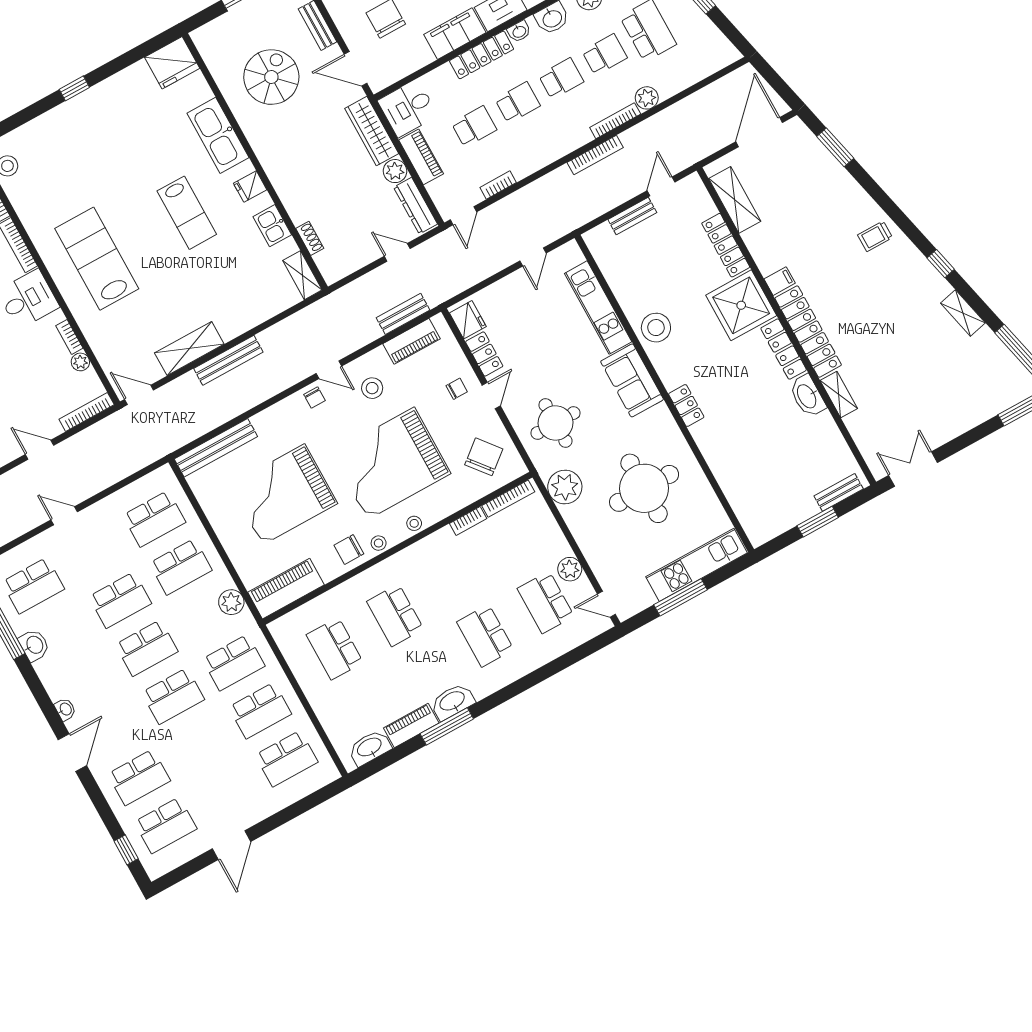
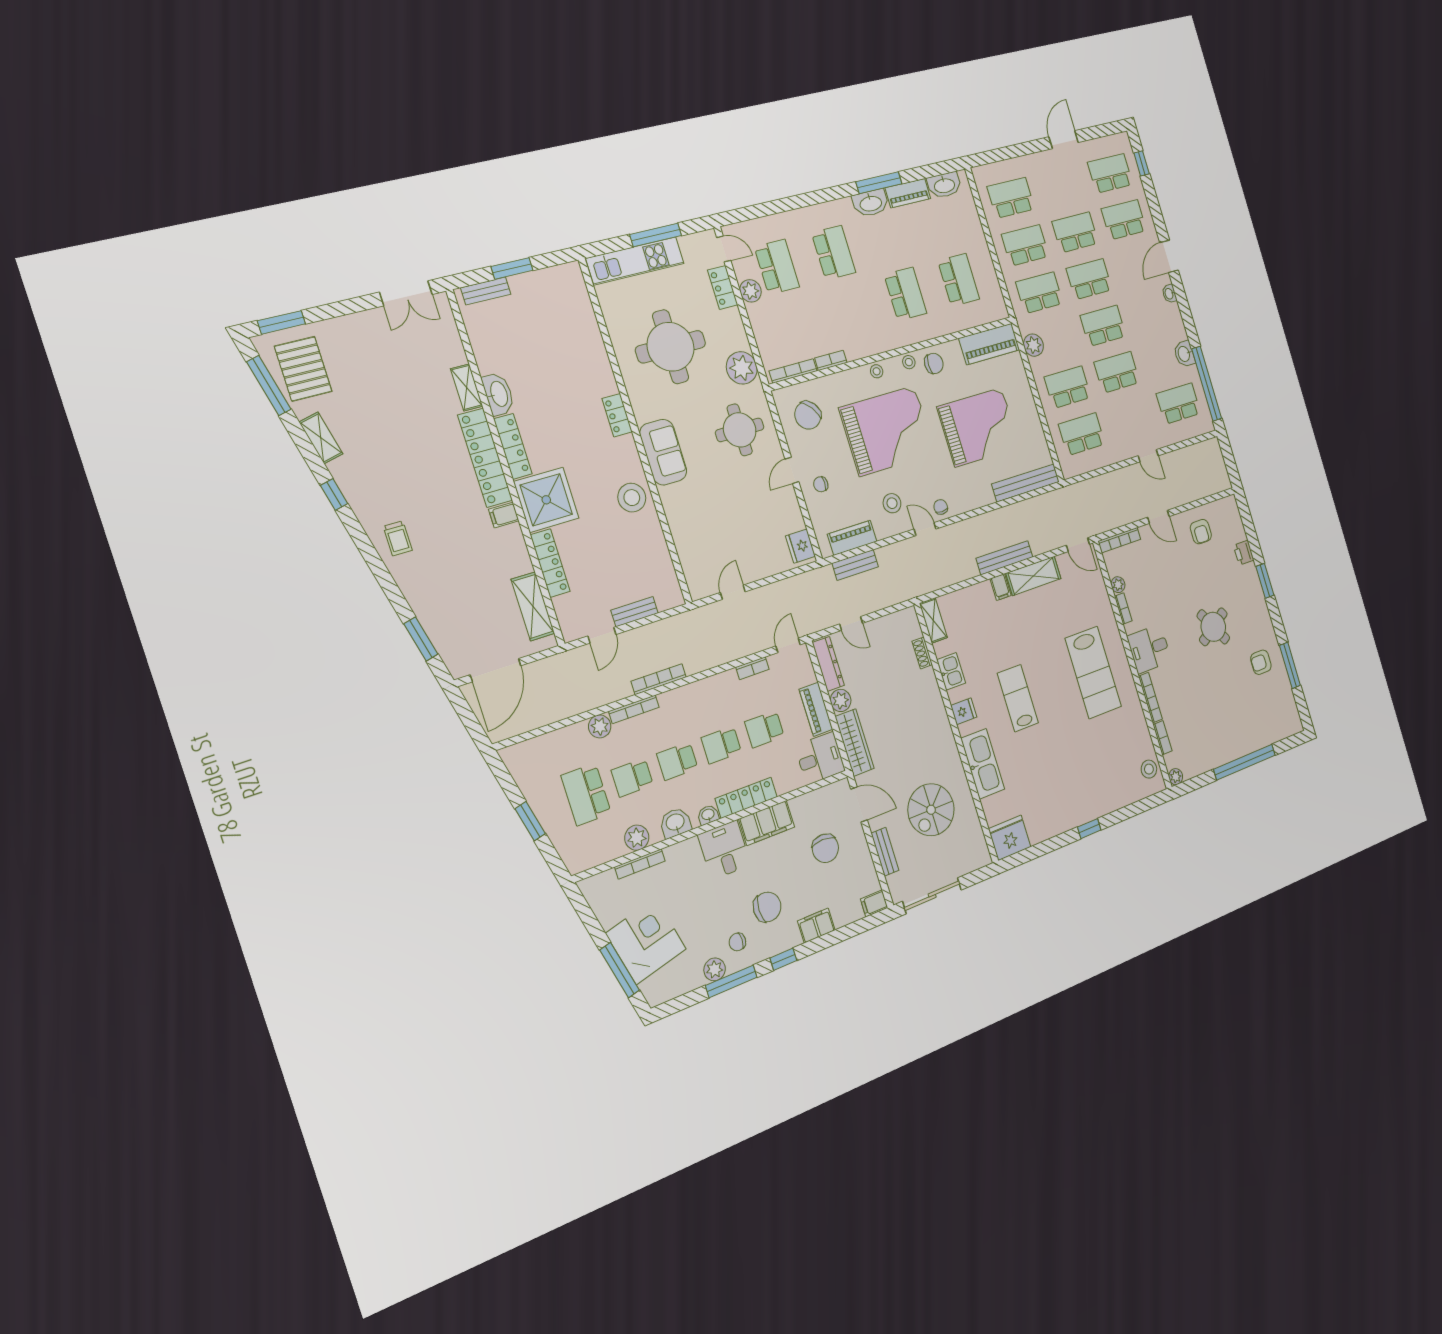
trolley: (875, 236) -> (398, 538), turned 90
kitchen unit: (598, 308) -> (682, 530), removed
filing cabinet: (228, 328) -> (1001, 587), added
locker: (484, 354) -> (723, 287), moved
pallet: (991, 373) -> (303, 369), added
school desk: (200, 744) -> (1075, 232), added

